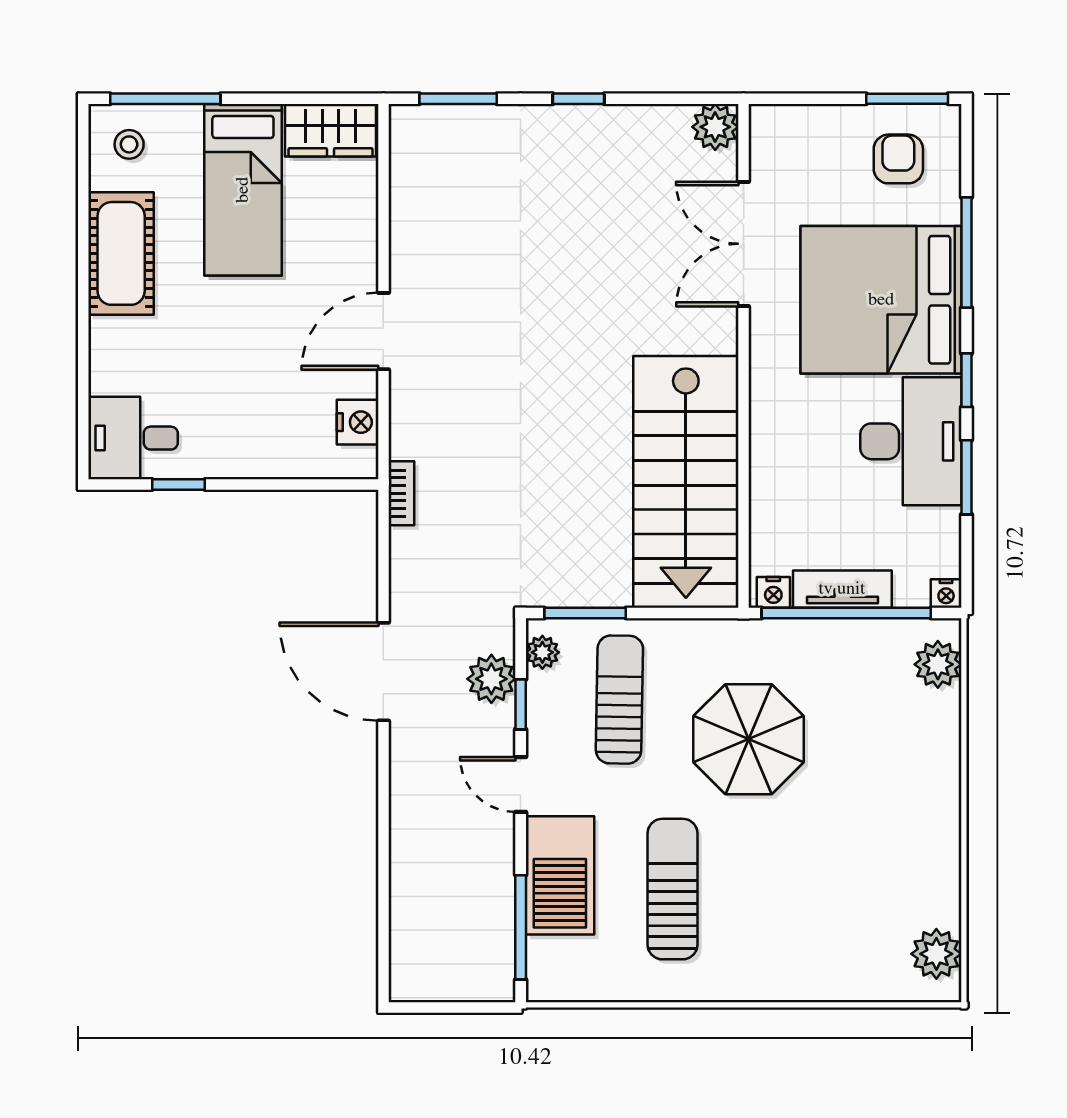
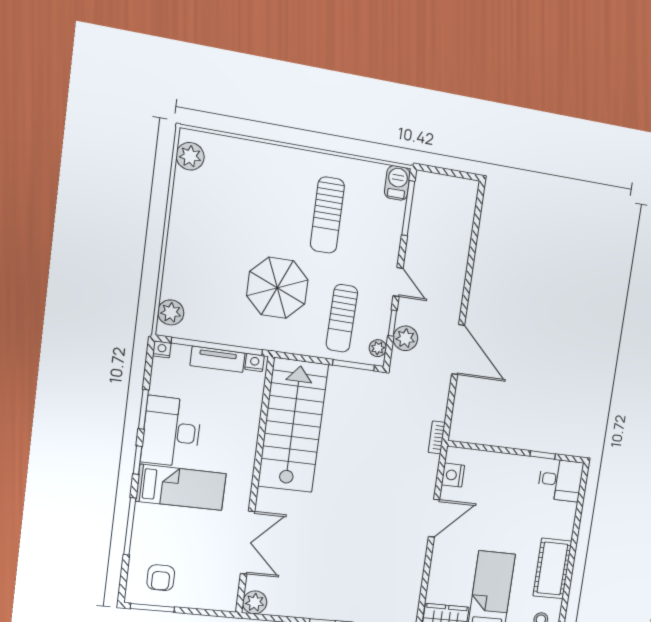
bed: (881, 300) -> (181, 487), width x0.49
barbecue: (560, 875) -> (397, 183), moved, width x0.53, depth x0.65

